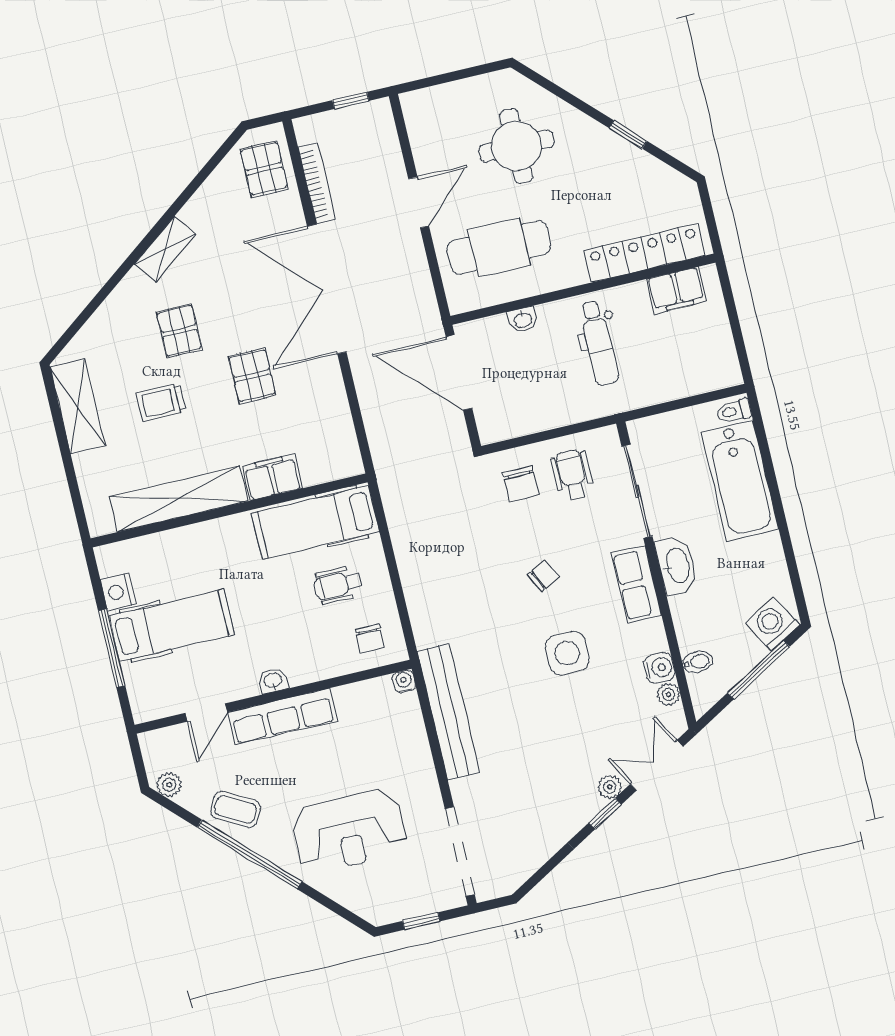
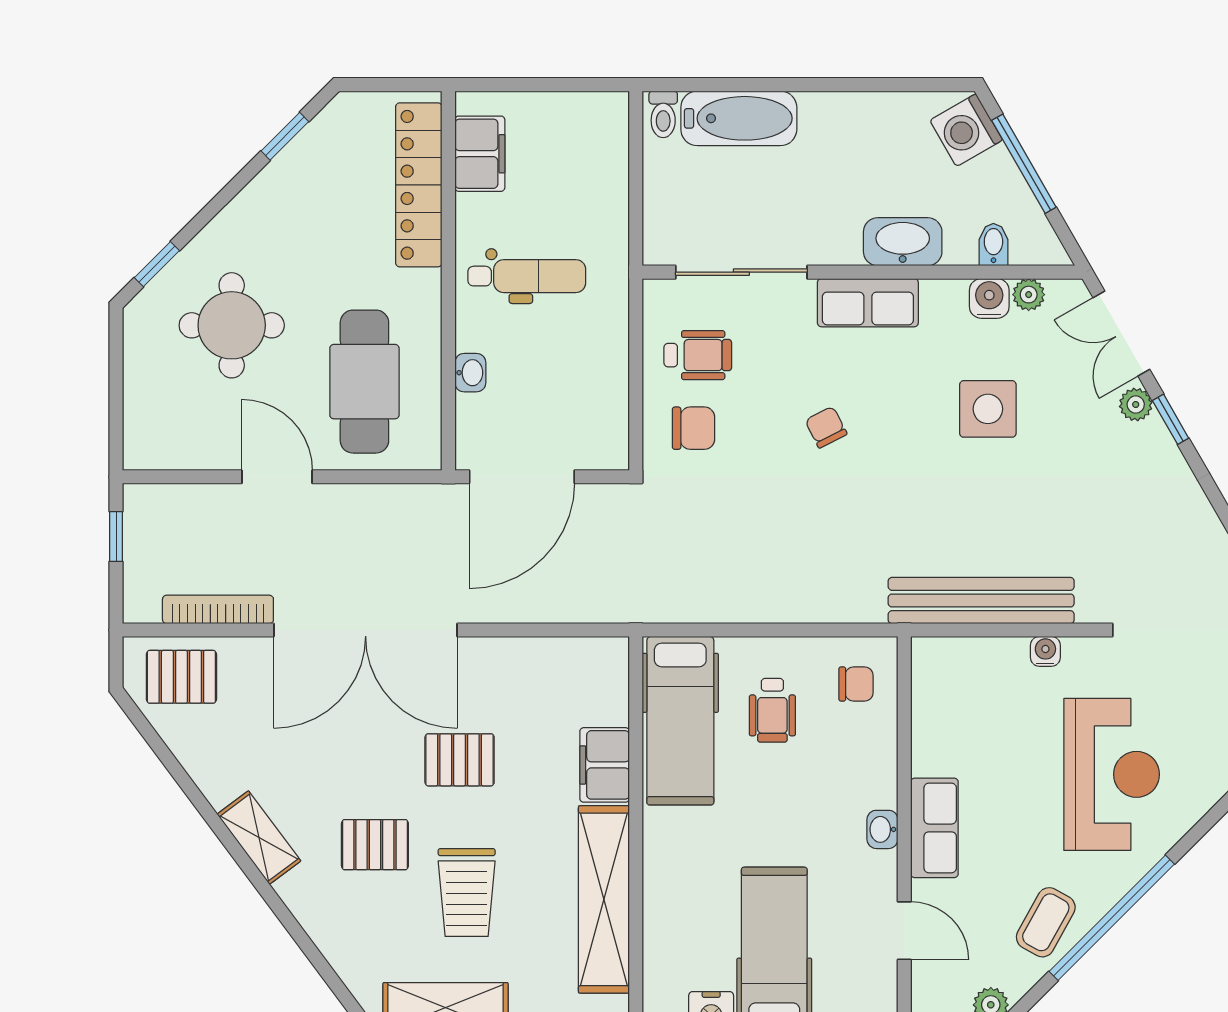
window: (547, 84) -> (157, 264), added
window: (628, 134) -> (285, 136), moved
trolley: (161, 402) -> (467, 893), width x1.36, depth x1.39
wheelchair: (572, 475) -> (698, 355), turned 180
bathtub: (740, 481) -> (739, 118), width x0.73, depth x0.73
washbasin: (677, 566) -> (903, 242), moved
side table: (567, 653) -> (988, 409), moved
water cooler: (404, 681) -> (1045, 651), moved, turned 90
row of seats: (283, 717) -> (934, 828), width x0.68

